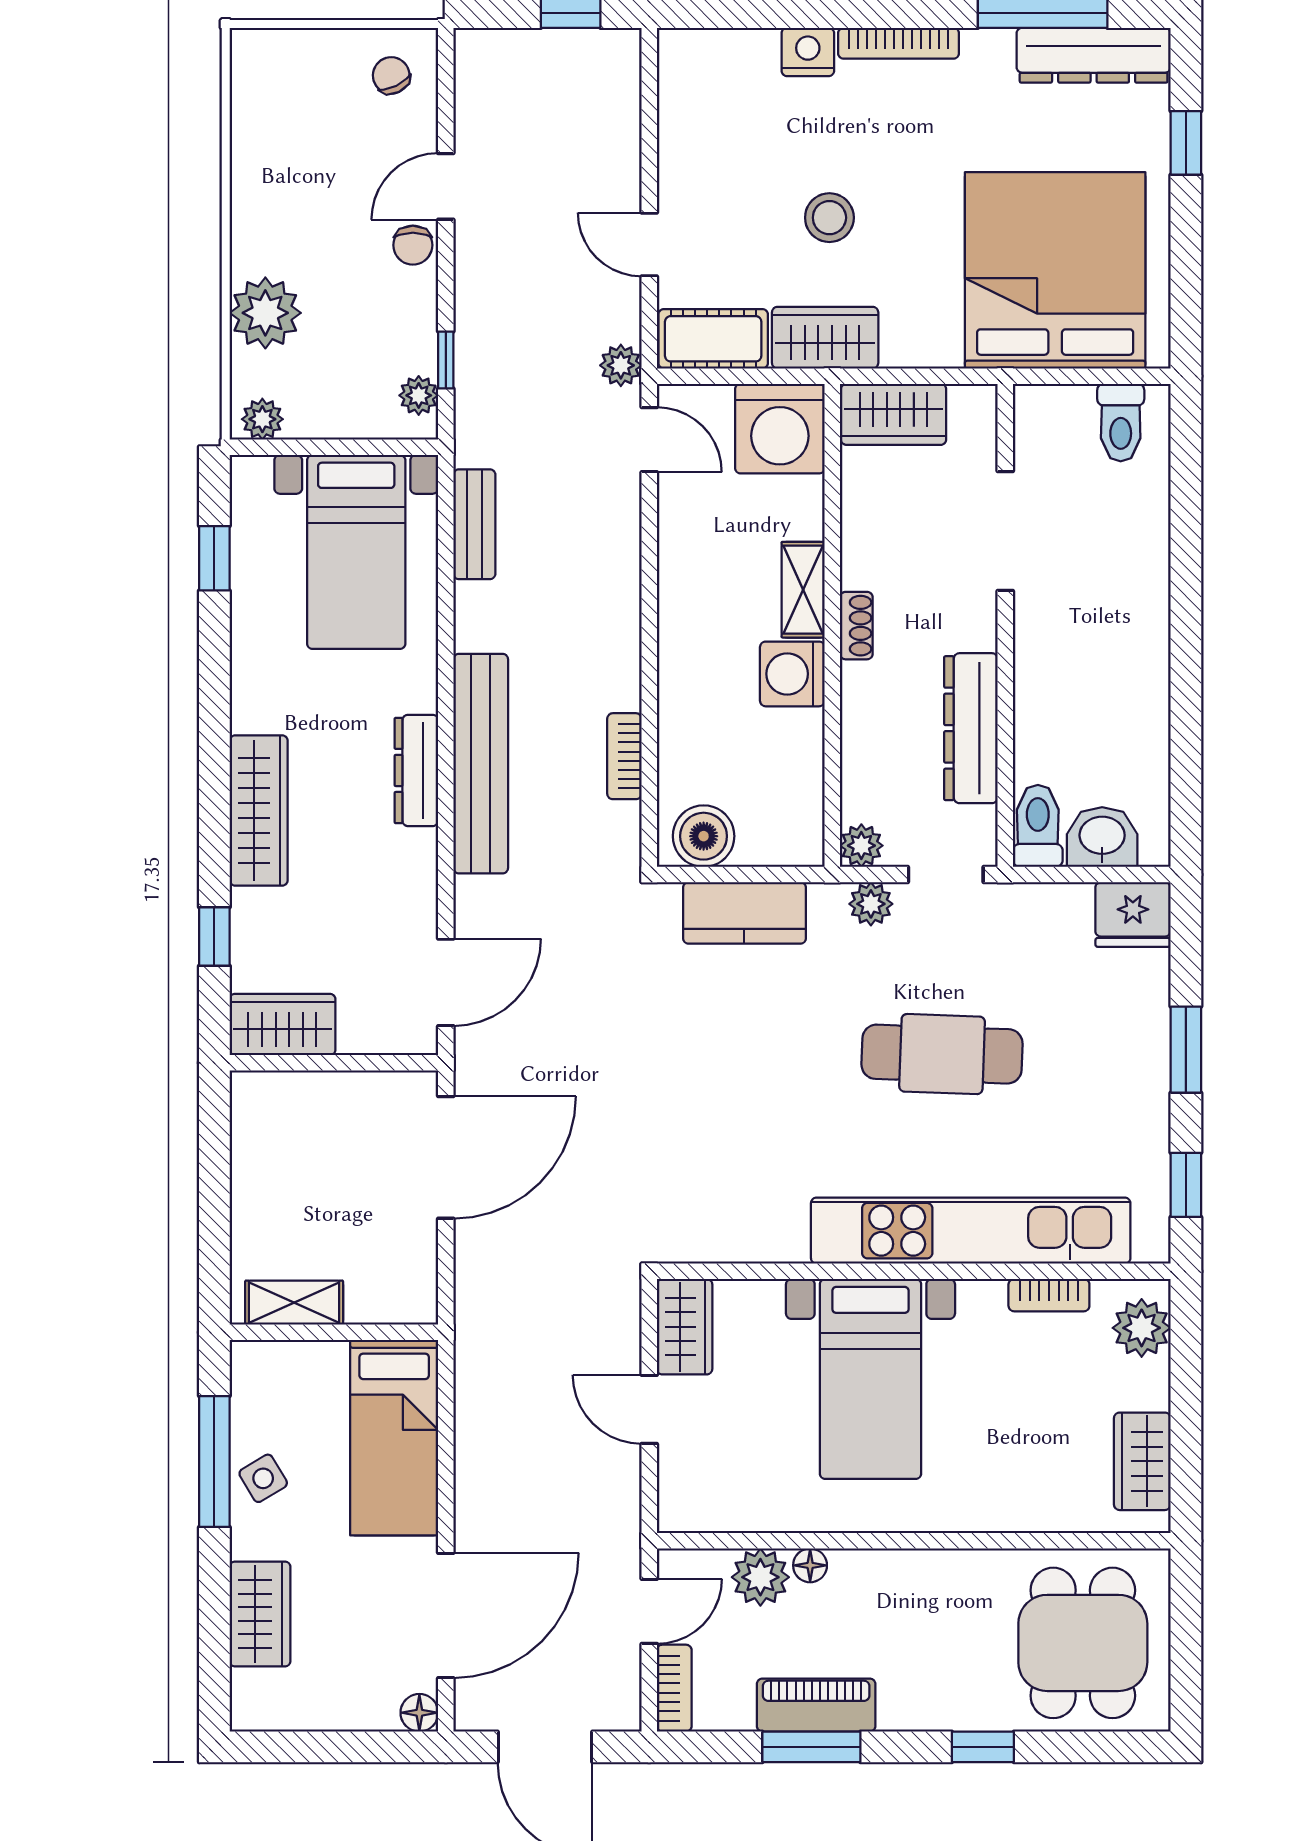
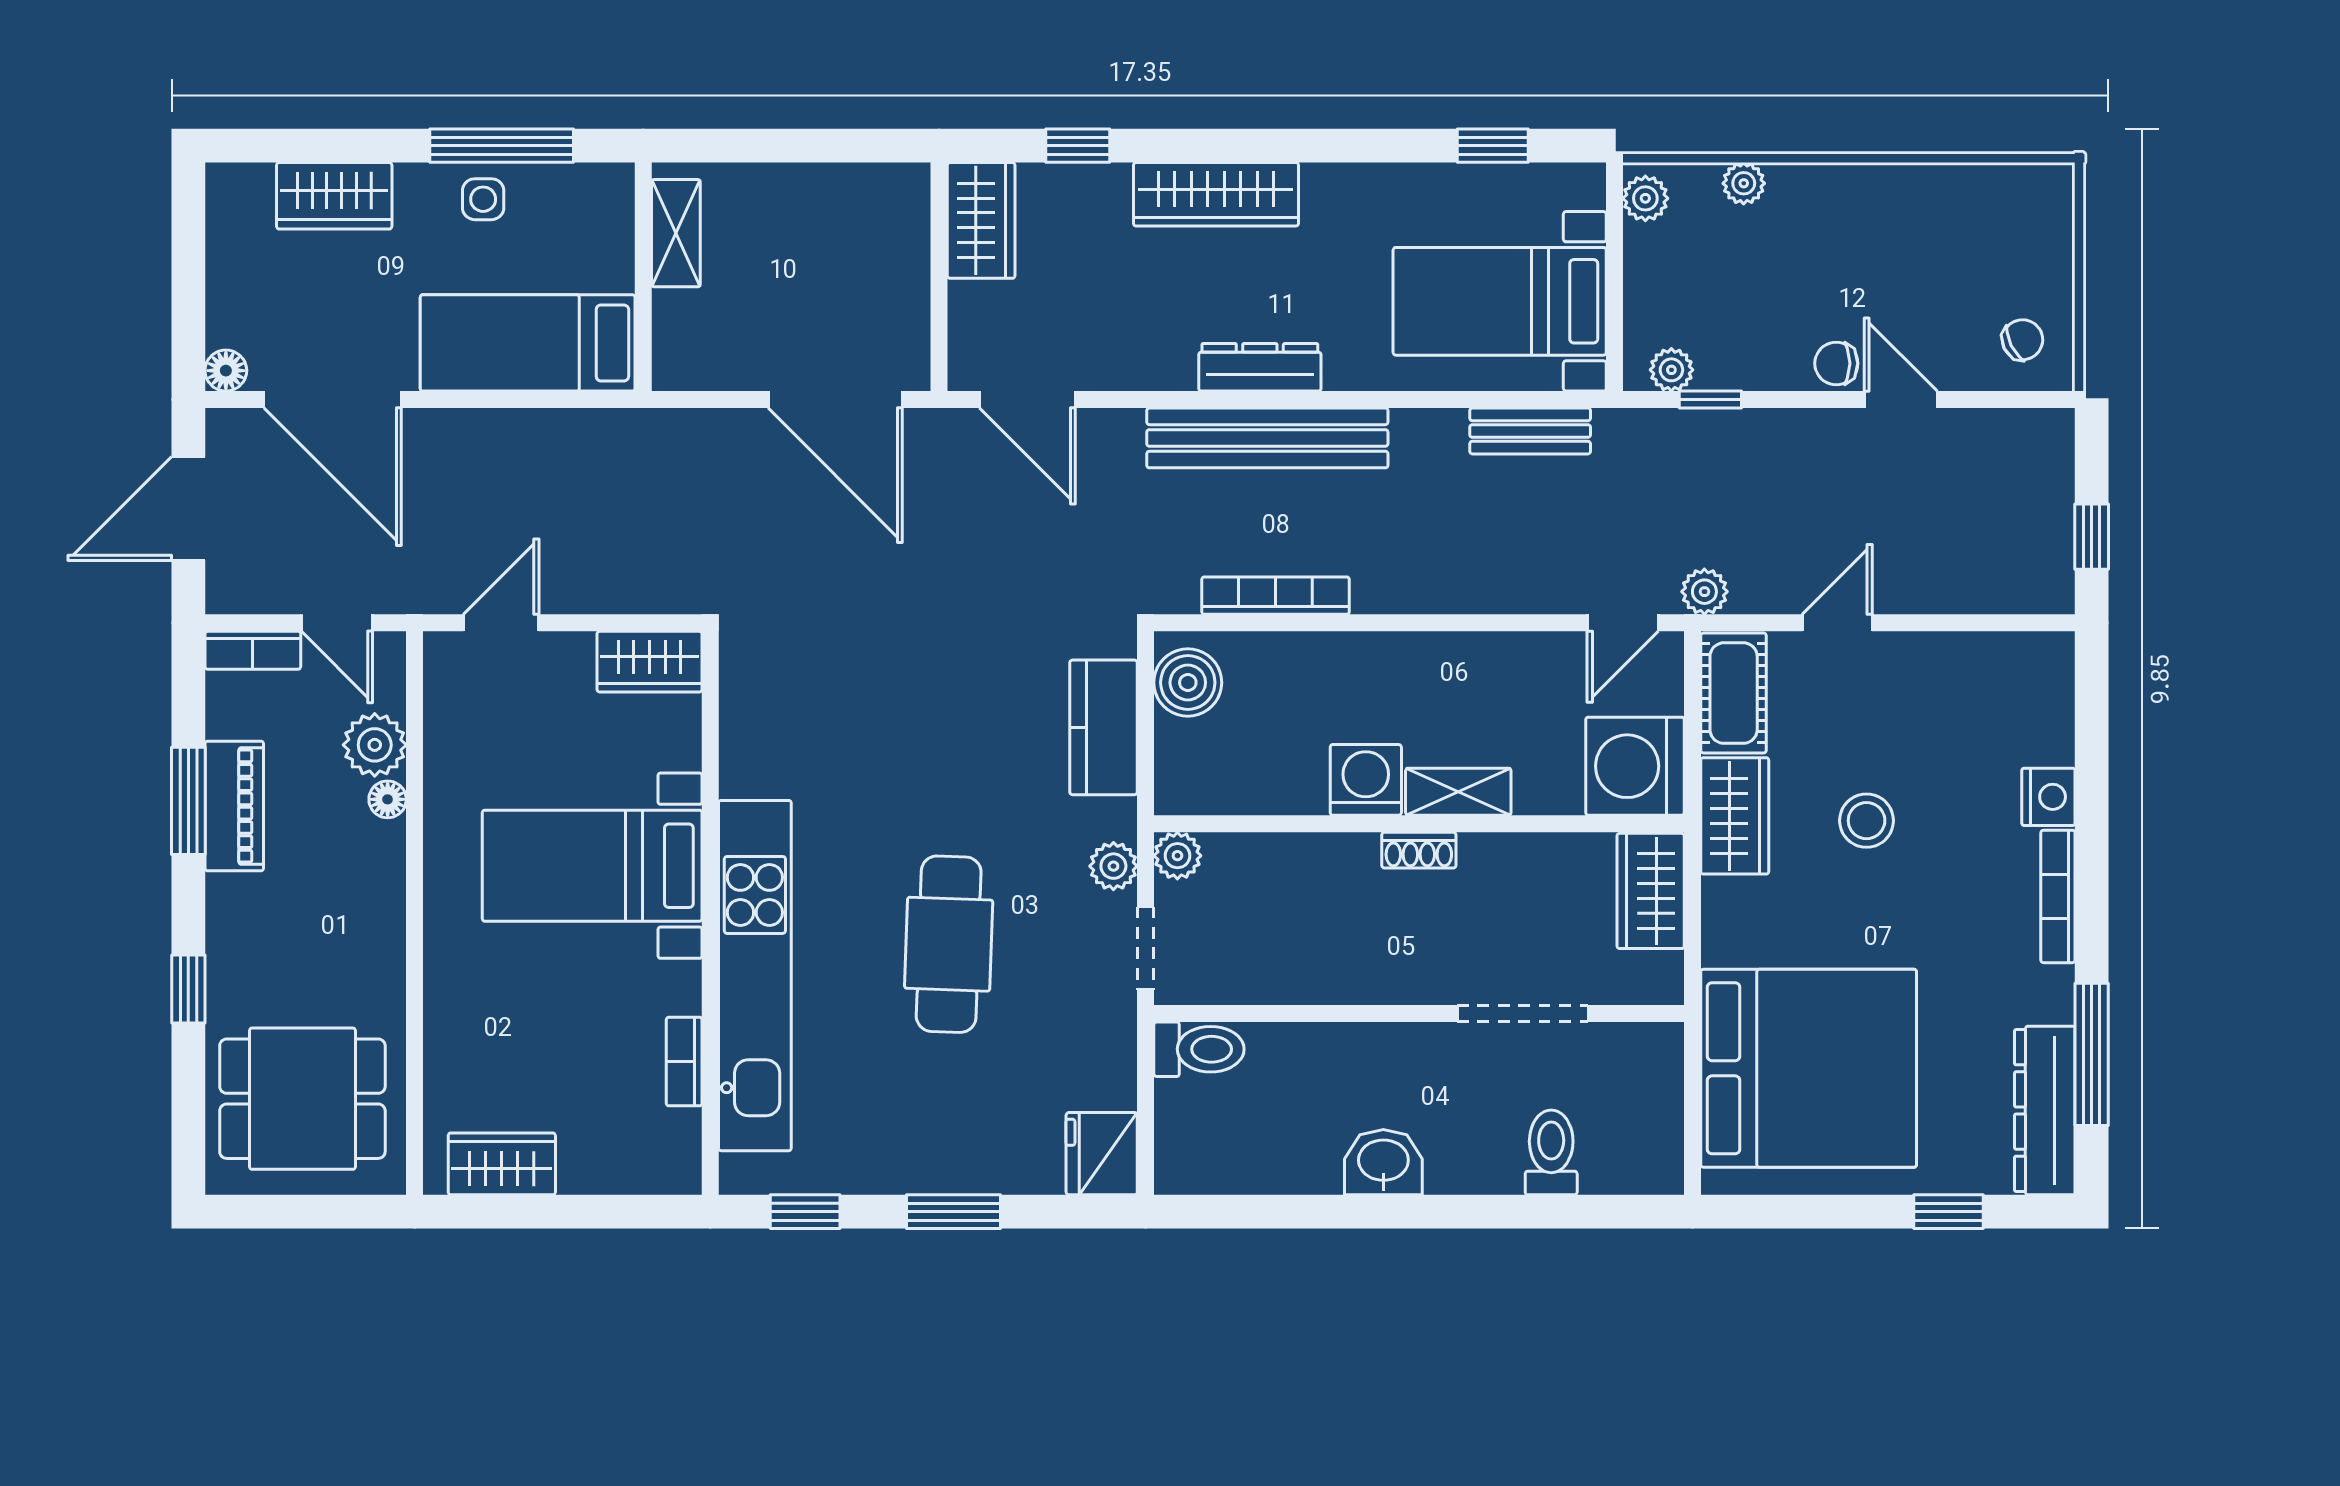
plant: (265, 313) -> (1744, 183), width x0.53, depth x0.53
toilet: (1121, 423) -> (1551, 1152), moved, turned 90
dresser: (971, 728) -> (1306, 976), removed
bookcase: (624, 756) -> (1276, 596), width x1.56
washbasin: (1102, 837) -> (1383, 1162), moved, turned -90
plant: (1142, 1328) -> (648, 1163), removed
door: (649, 1409) -> (501, 623), moved
side table: (263, 1478) -> (483, 199), turned 31

